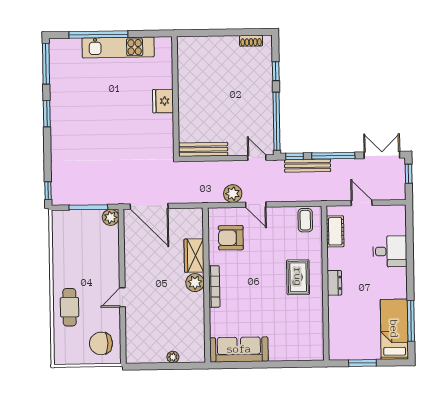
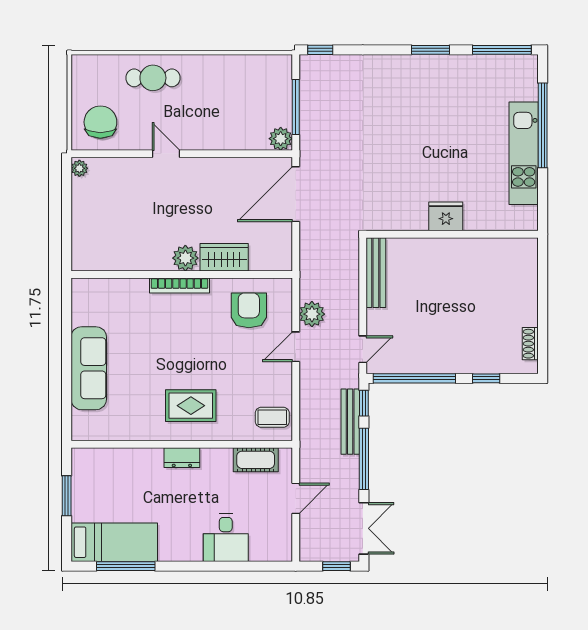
sofa: (239, 349) -> (89, 368), moved
plant: (173, 357) -> (79, 168), moved

